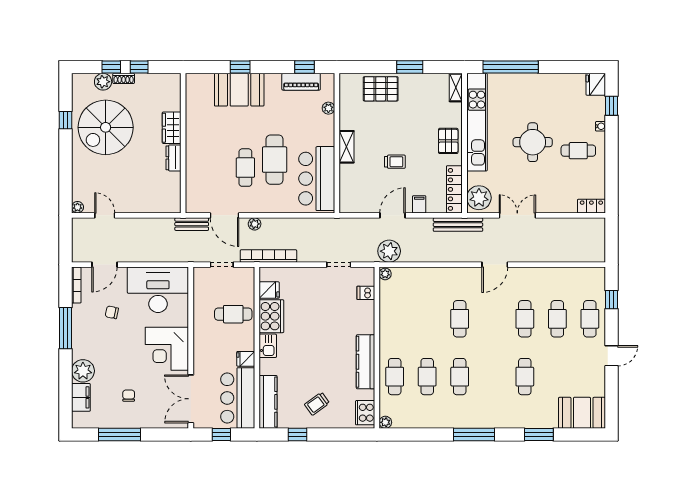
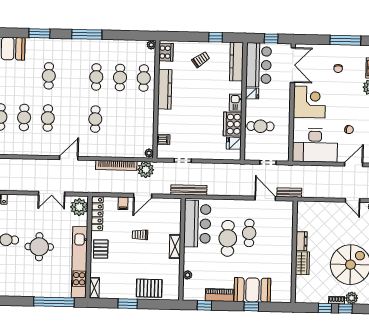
piano: (301, 82) -> (219, 295), moved
plant: (255, 224) -> (243, 192), removed
bench: (458, 225) -> (189, 190), moved
bookcase: (268, 256) -> (116, 165), moved

